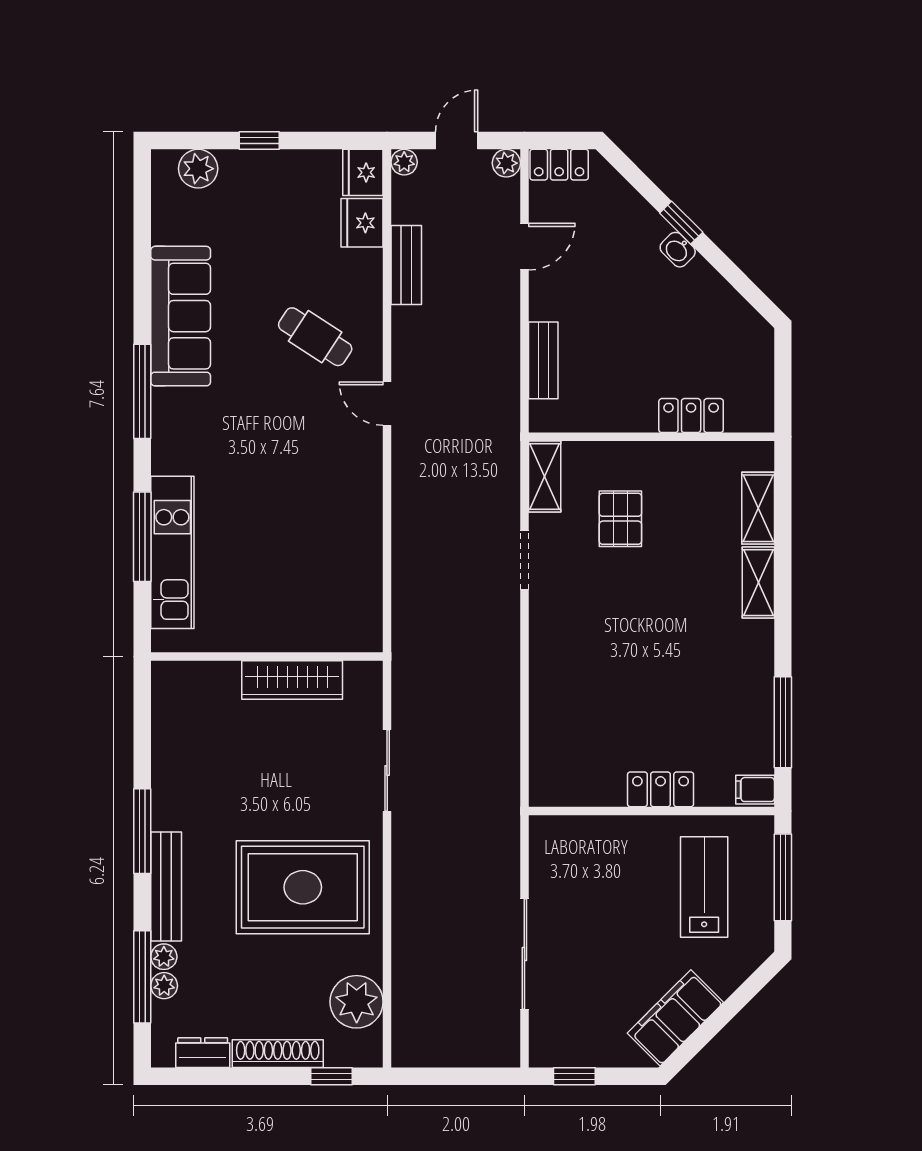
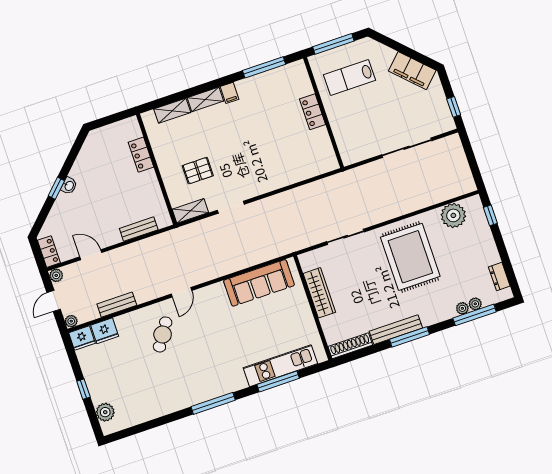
door: (457, 141) -> (54, 301), hinge flipped
sofa: (181, 316) -> (259, 283), moved, turned 180
filing cabinet: (755, 790) -> (229, 93), moved
bench: (166, 886) -> (396, 330), moved
shoe rack: (278, 1054) -> (350, 346), moved, turned 90

